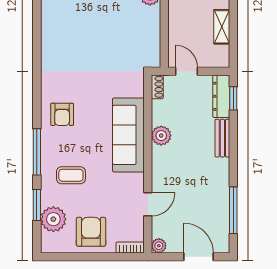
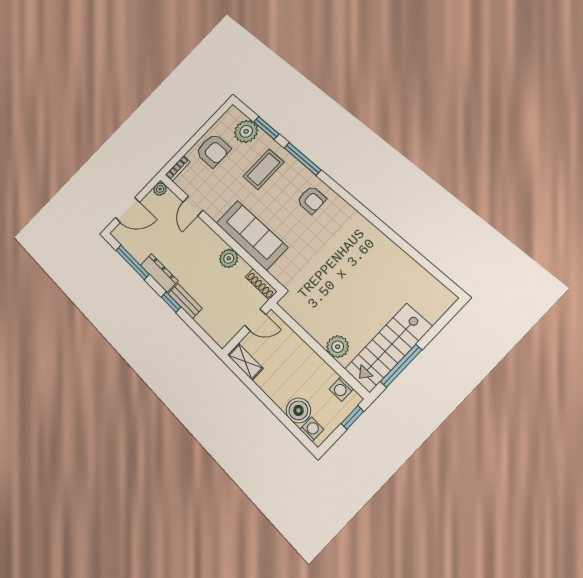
shelving: (222, 27) -> (245, 362), moved
shoe rack: (157, 87) -> (261, 284), width x1.43
dresser: (221, 96) -> (159, 273), moved
window: (233, 98) -> (171, 302), moved
armchair: (62, 114) -> (312, 200), turned 180
coffee table: (71, 175) -> (263, 169), width x1.36, depth x1.30

